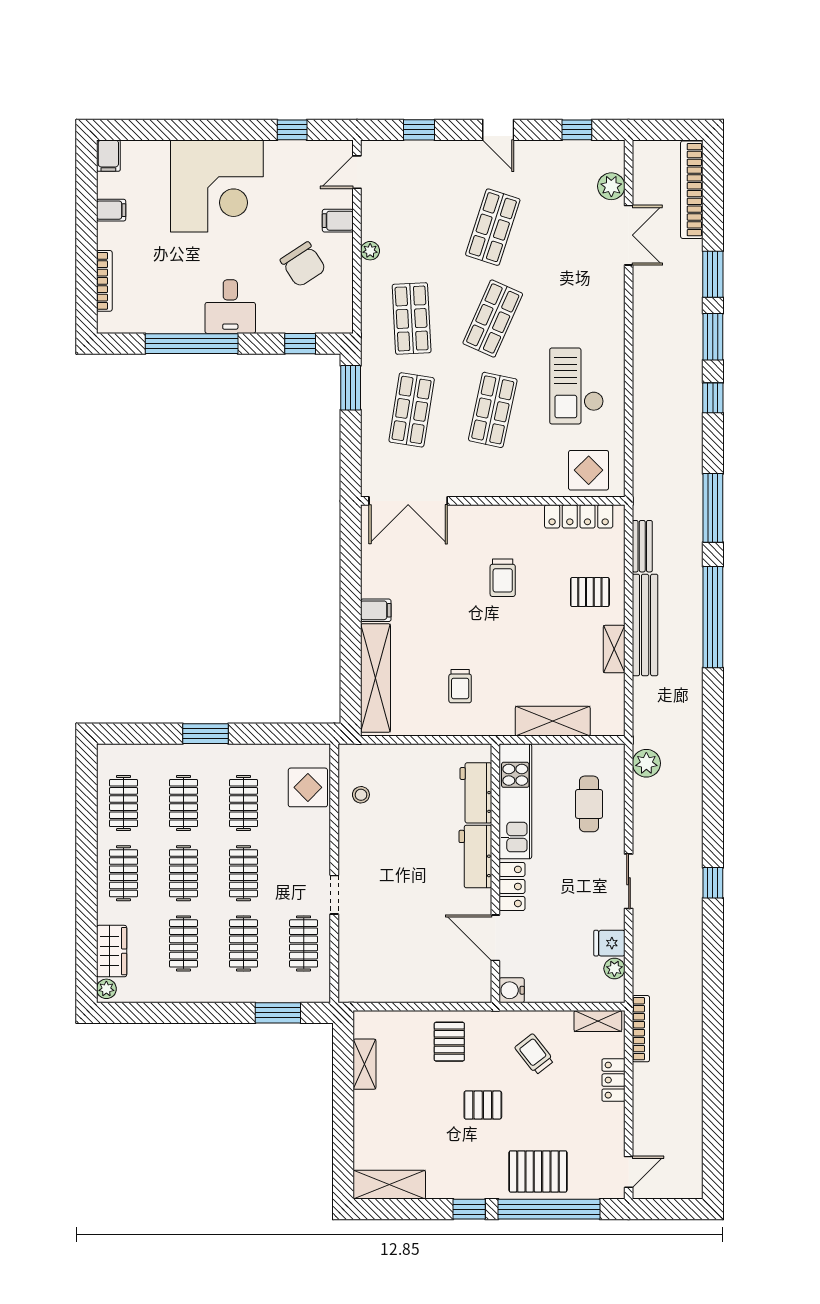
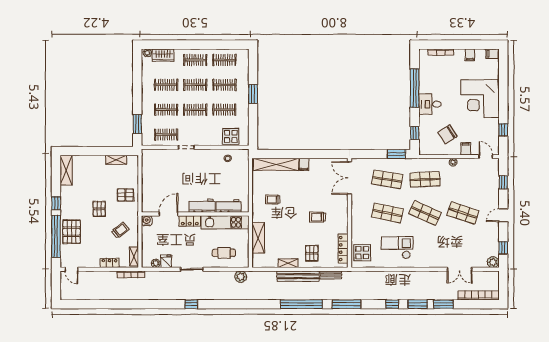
plant: (611, 186) -> (493, 262), moved

